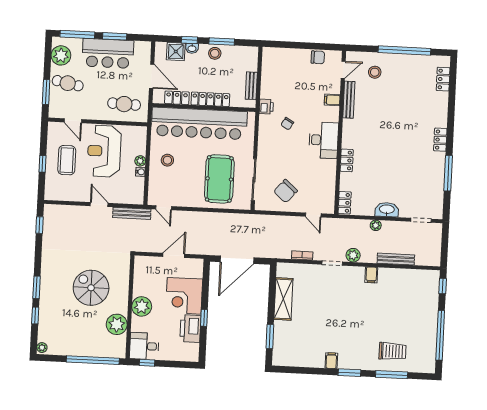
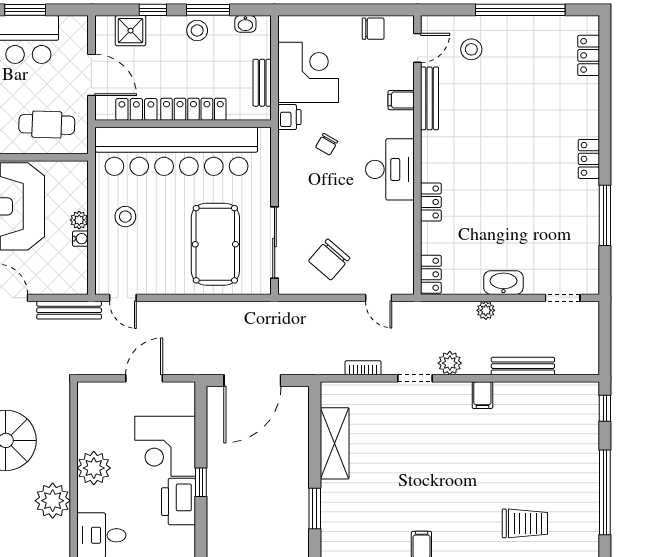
washbasin: (192, 48) -> (245, 24), moved
corner desk: (279, 81) -> (308, 72), added

